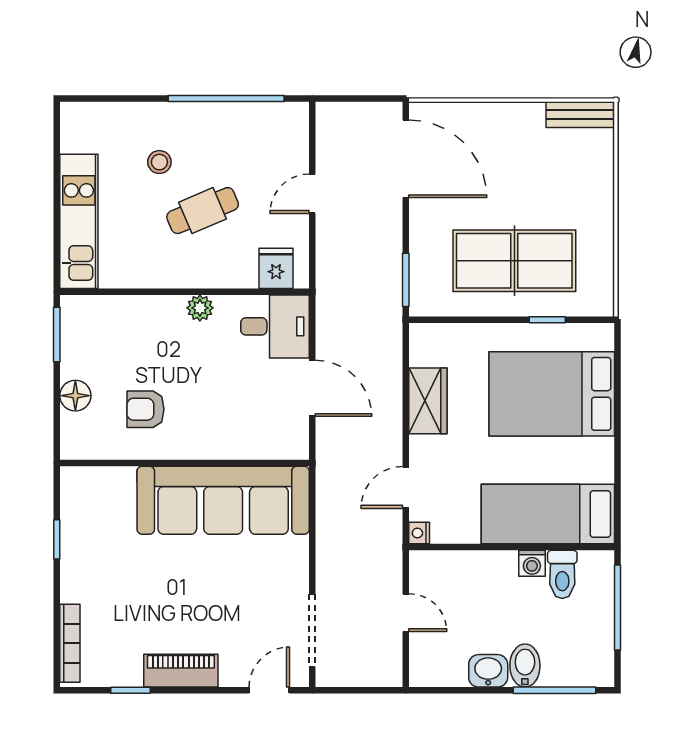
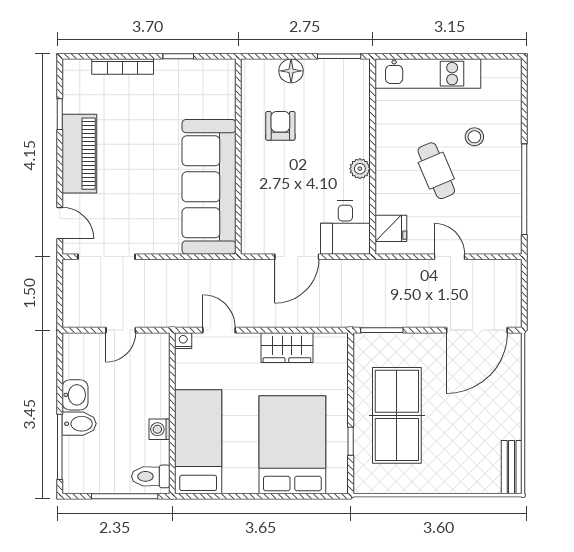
toilet: (562, 574) -> (151, 476), moved
bookcase: (70, 643) -> (123, 67), moved
piano: (181, 671) -> (79, 154), width x1.37, depth x1.33

